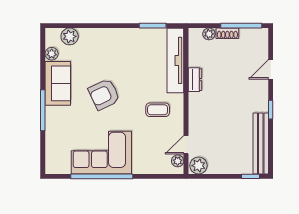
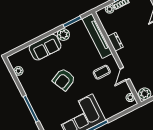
plant: (70, 36) -> (63, 35), moved
sofa: (58, 83) -> (45, 47), moved, turned 90
door: (186, 145) -> (125, 74), moved

